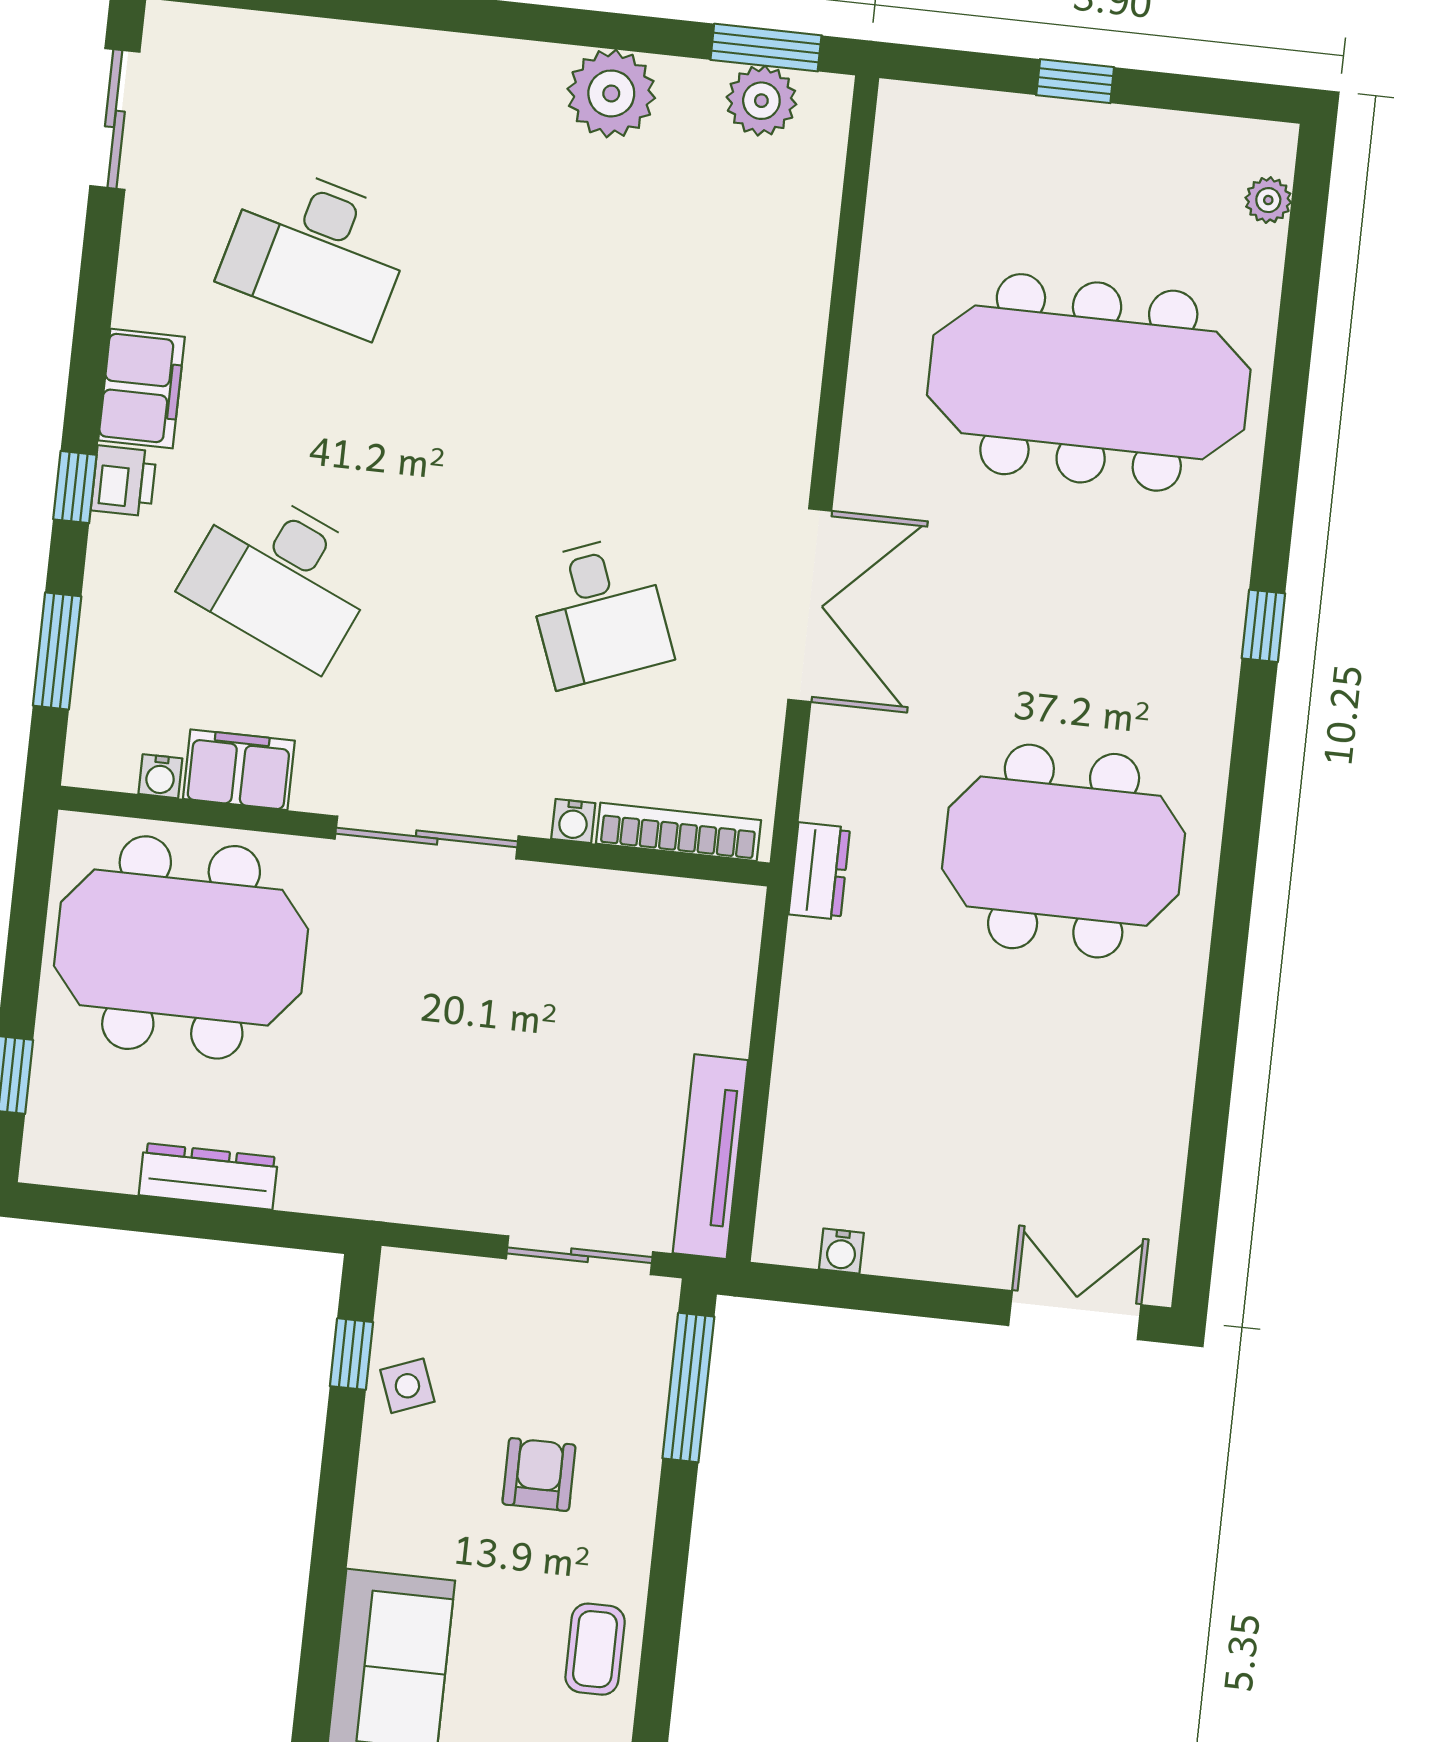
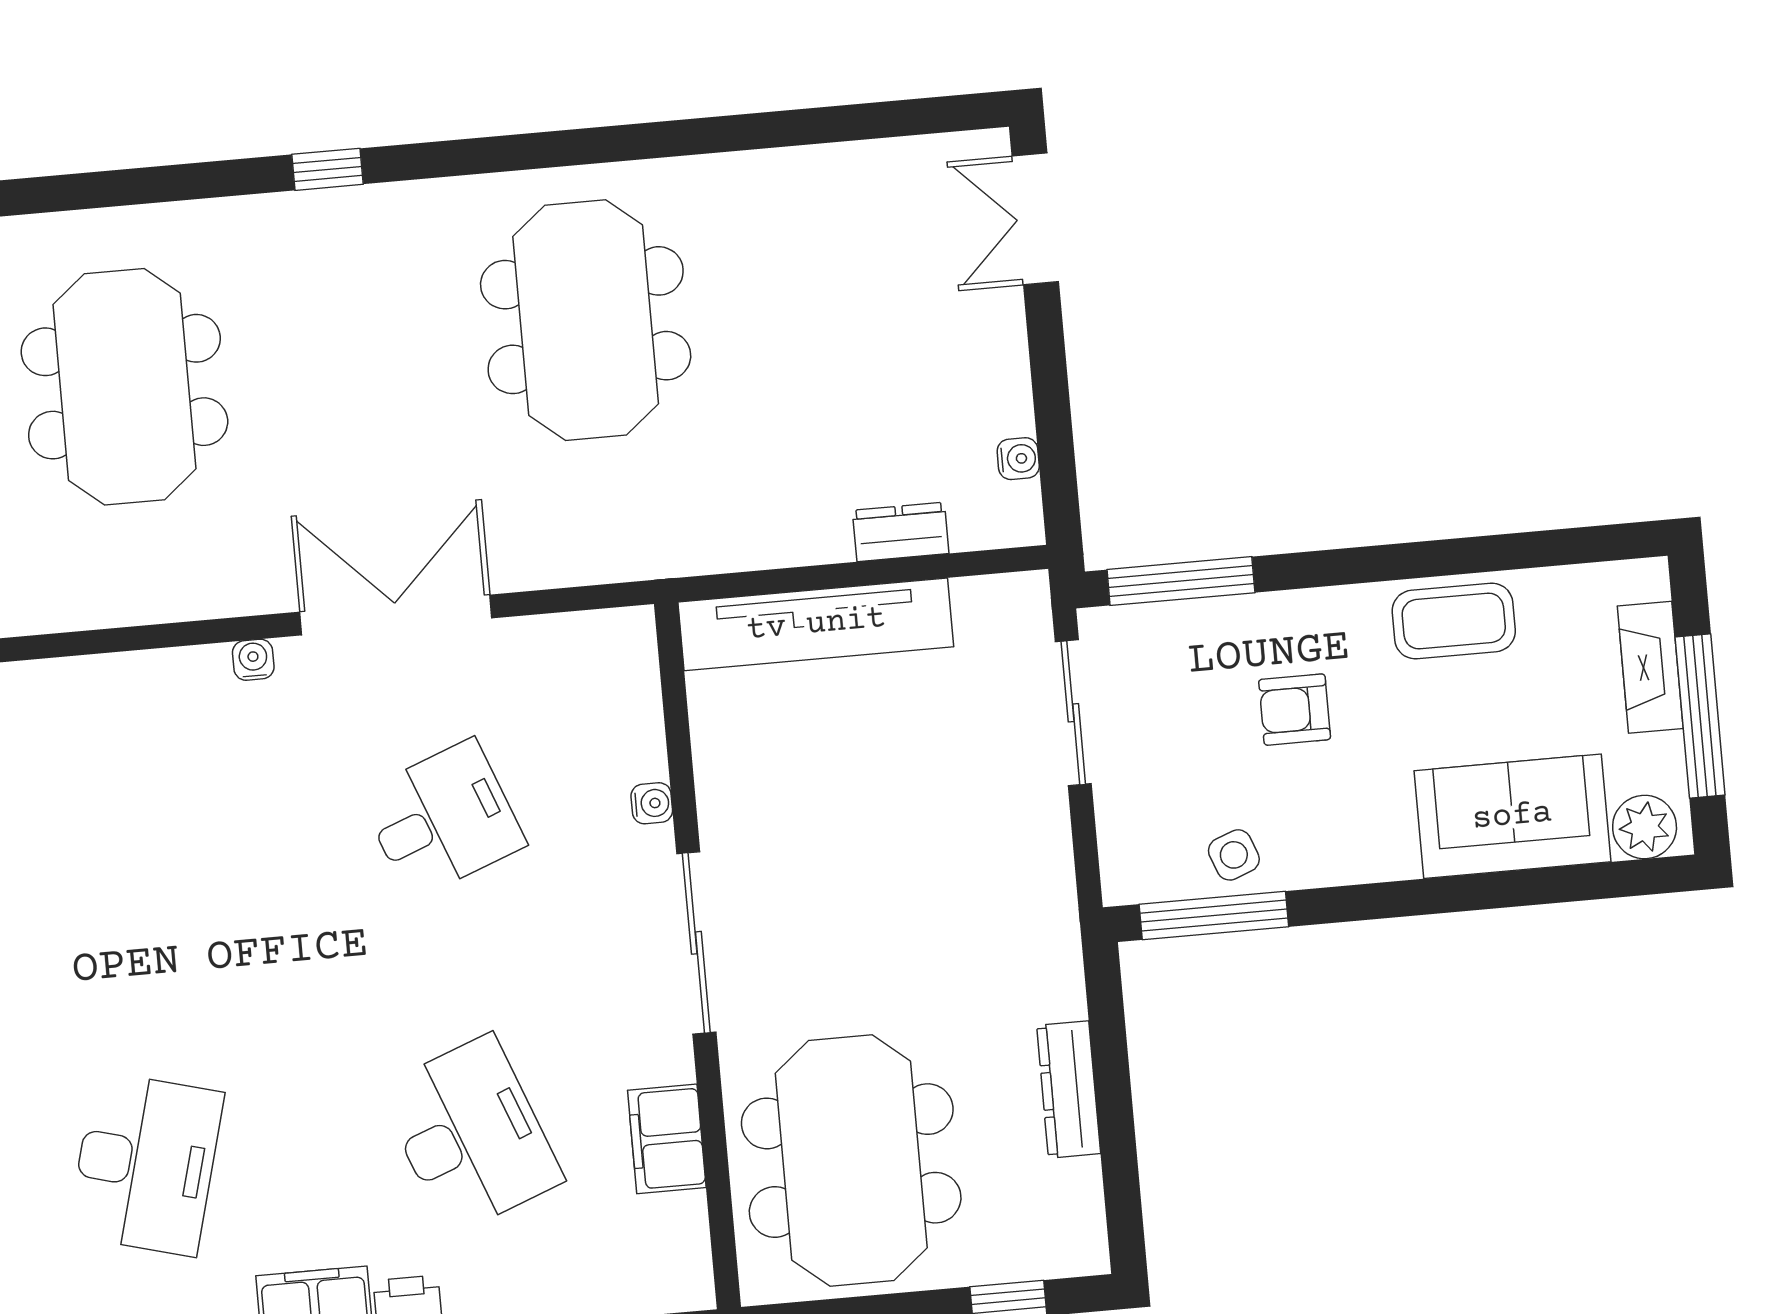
meeting table: (1089, 382) -> (124, 387), width x0.73
desk: (282, 577) -> (471, 1135), turned -45
water cooler: (160, 776) -> (253, 660), moved, turned -90
bookcase: (678, 832) -> (642, 699), removed
dresser: (819, 871) -> (901, 532), moved
tv unit: (710, 1157) -> (816, 624), moved, width x1.36, depth x1.29
window: (352, 1354) -> (1214, 915), width x2.17
coffee table: (595, 1649) -> (1454, 621), width x1.36, depth x1.30

